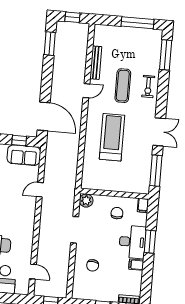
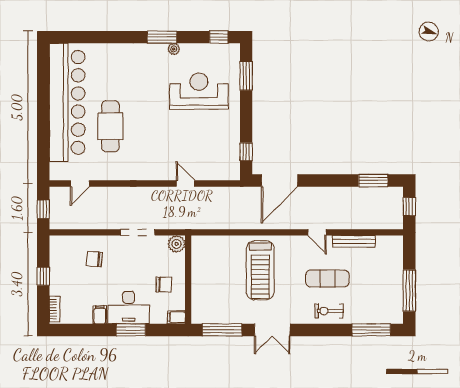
treadmill: (112, 137) -> (260, 270), turned 90
sofa: (24, 155) -> (228, 159), removed

